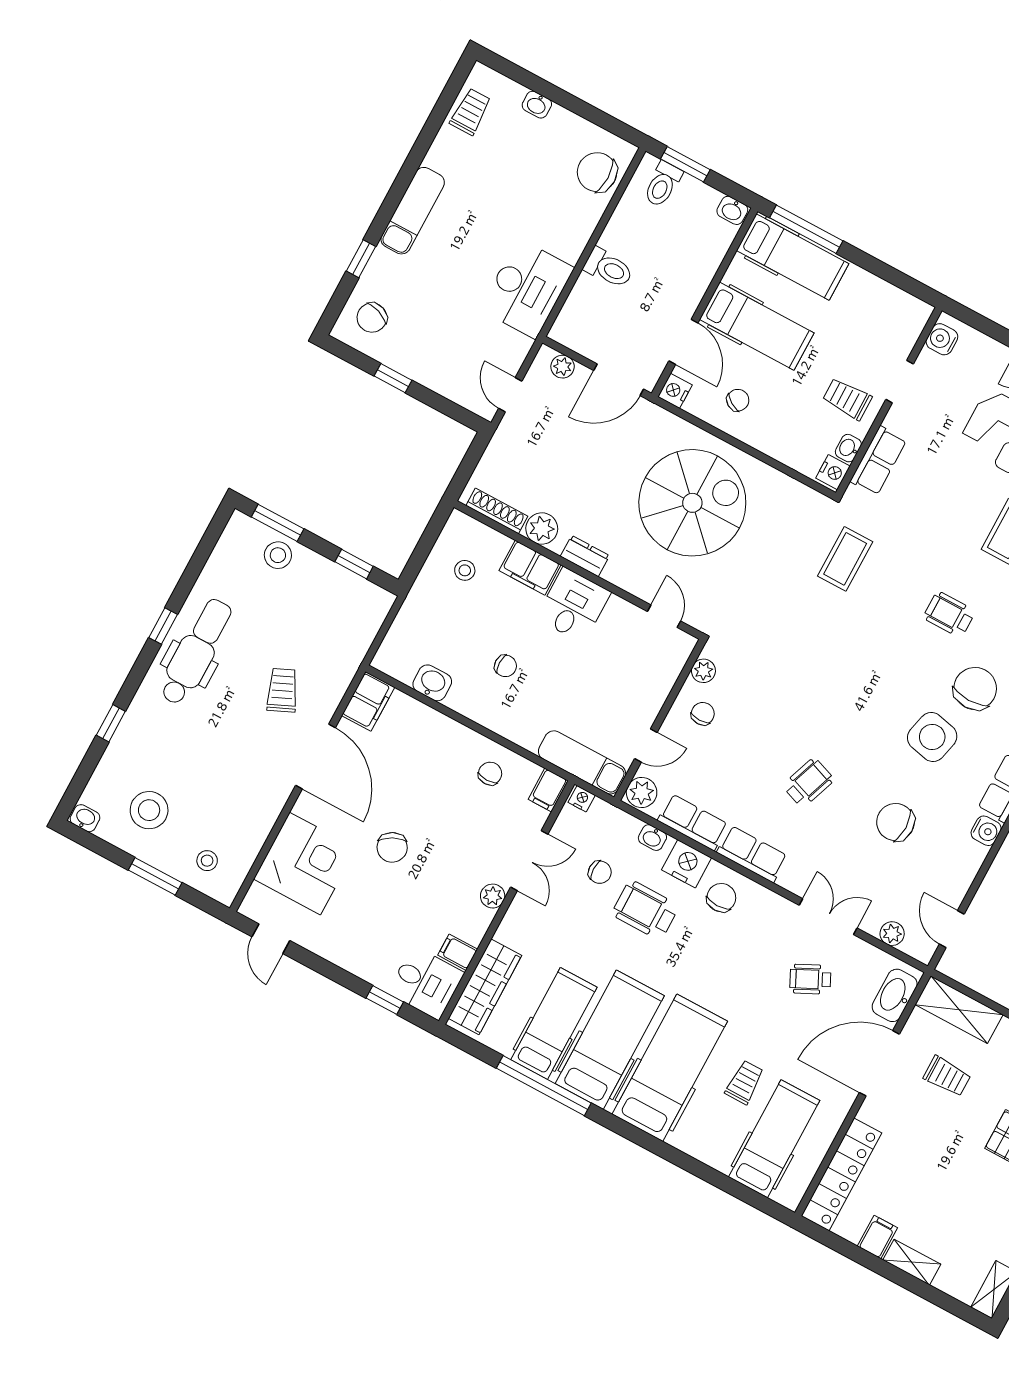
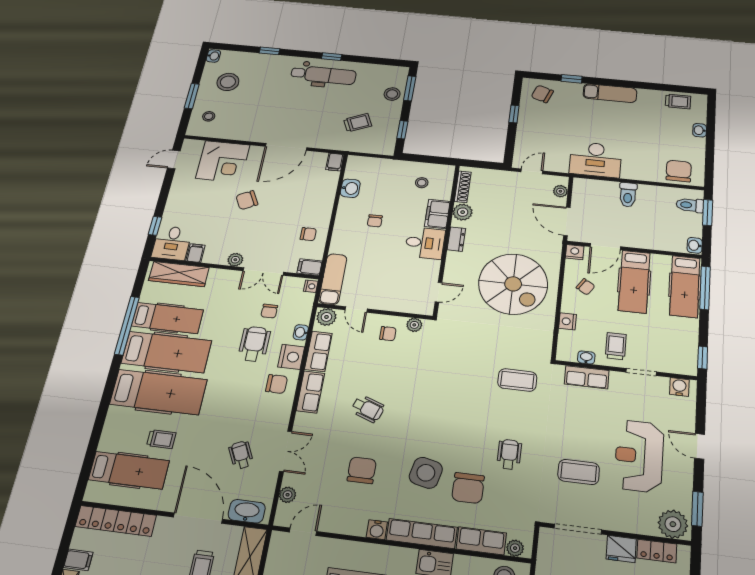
window: (911, 286) -> (703, 358), added
nightstand: (833, 472) -> (567, 321), moved, turned 90
chair: (975, 689) -> (468, 488), turned 90
trolley: (282, 690) -> (358, 123), moved
filing cabinet: (368, 701) -> (335, 162), width x0.50

